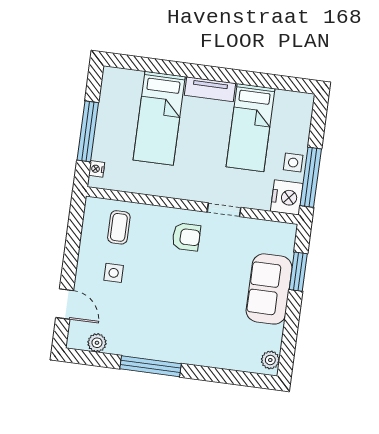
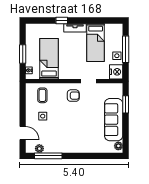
window: (183, 69) -> (62, 20), added
bed: (159, 118) -> (49, 59), moved, turned 180
window: (88, 131) -> (23, 54), width x0.69
window: (311, 177) -> (126, 49), moved
sofa: (269, 289) -> (114, 120), width x1.36
window: (150, 366) -> (48, 156), moved

